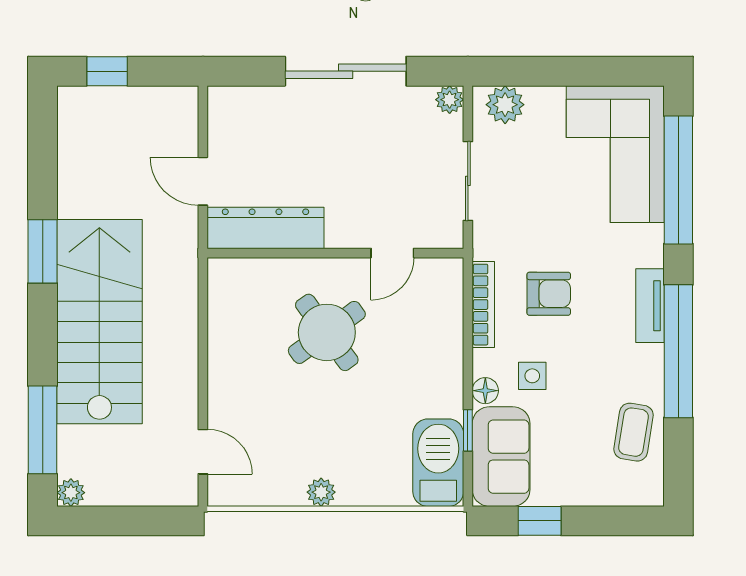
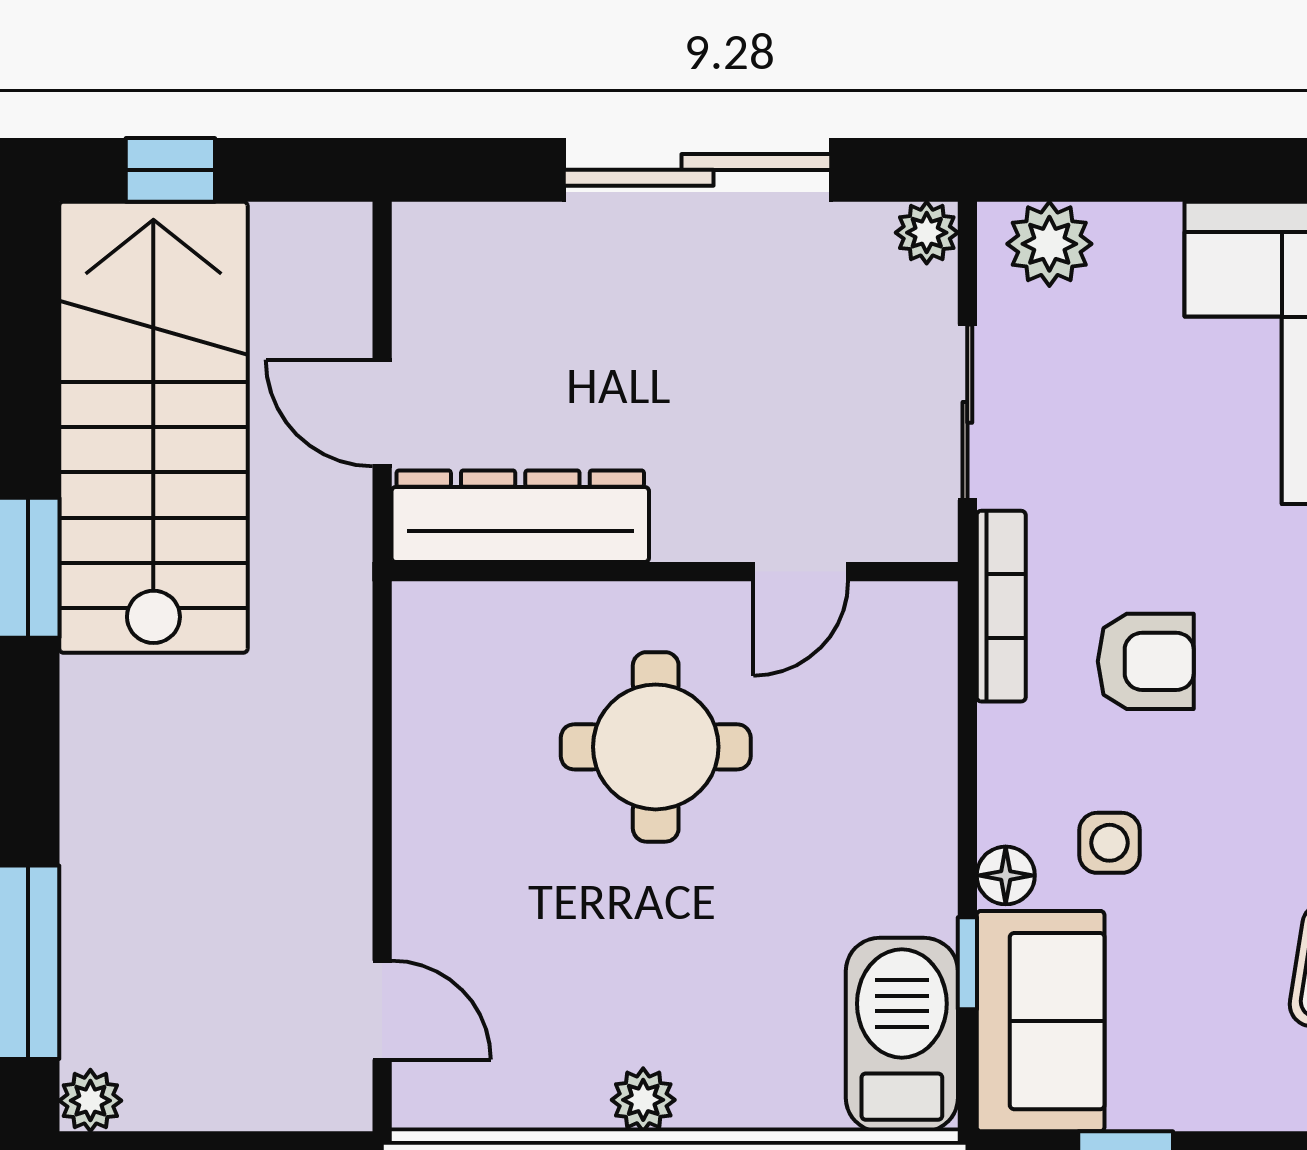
bookcase: (483, 305) -> (1001, 606), moved
stairs: (99, 322) -> (153, 427), moved
round table: (327, 332) -> (656, 747), turned 36

